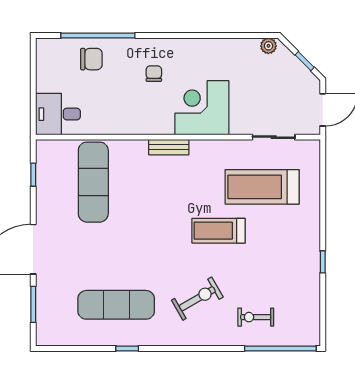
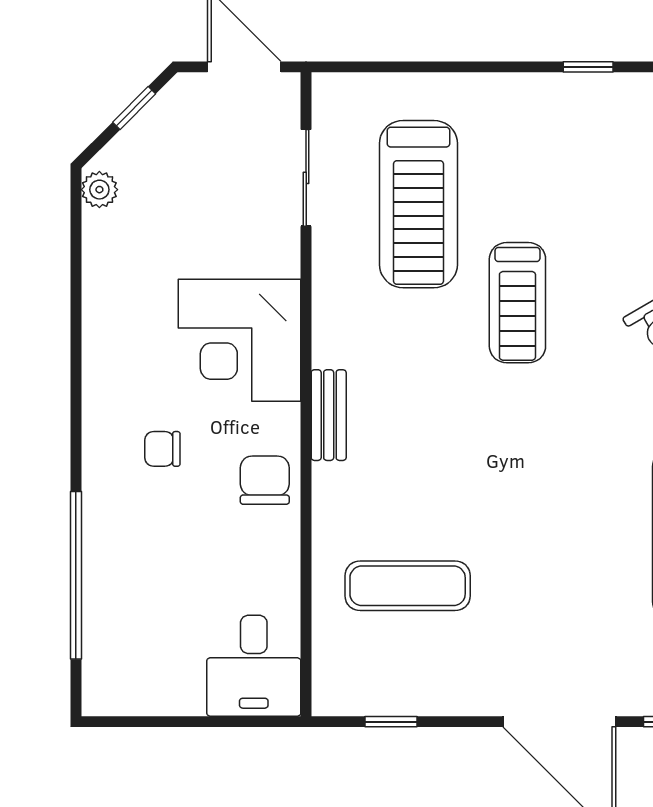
chair: (91, 59) -> (265, 480), moved
exercise mat: (93, 182) -> (408, 586), width x0.73, depth x0.69

